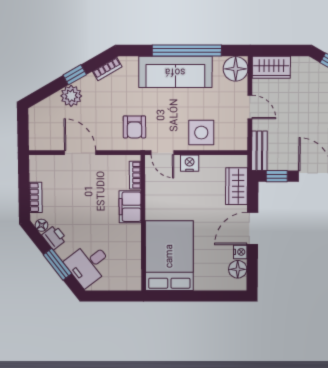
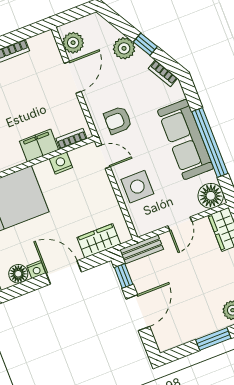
plant: (49, 140) -> (73, 43), added
door: (162, 153) -> (103, 157), swing flipped
nightstand: (190, 163) -> (61, 163), moved, turned -90

